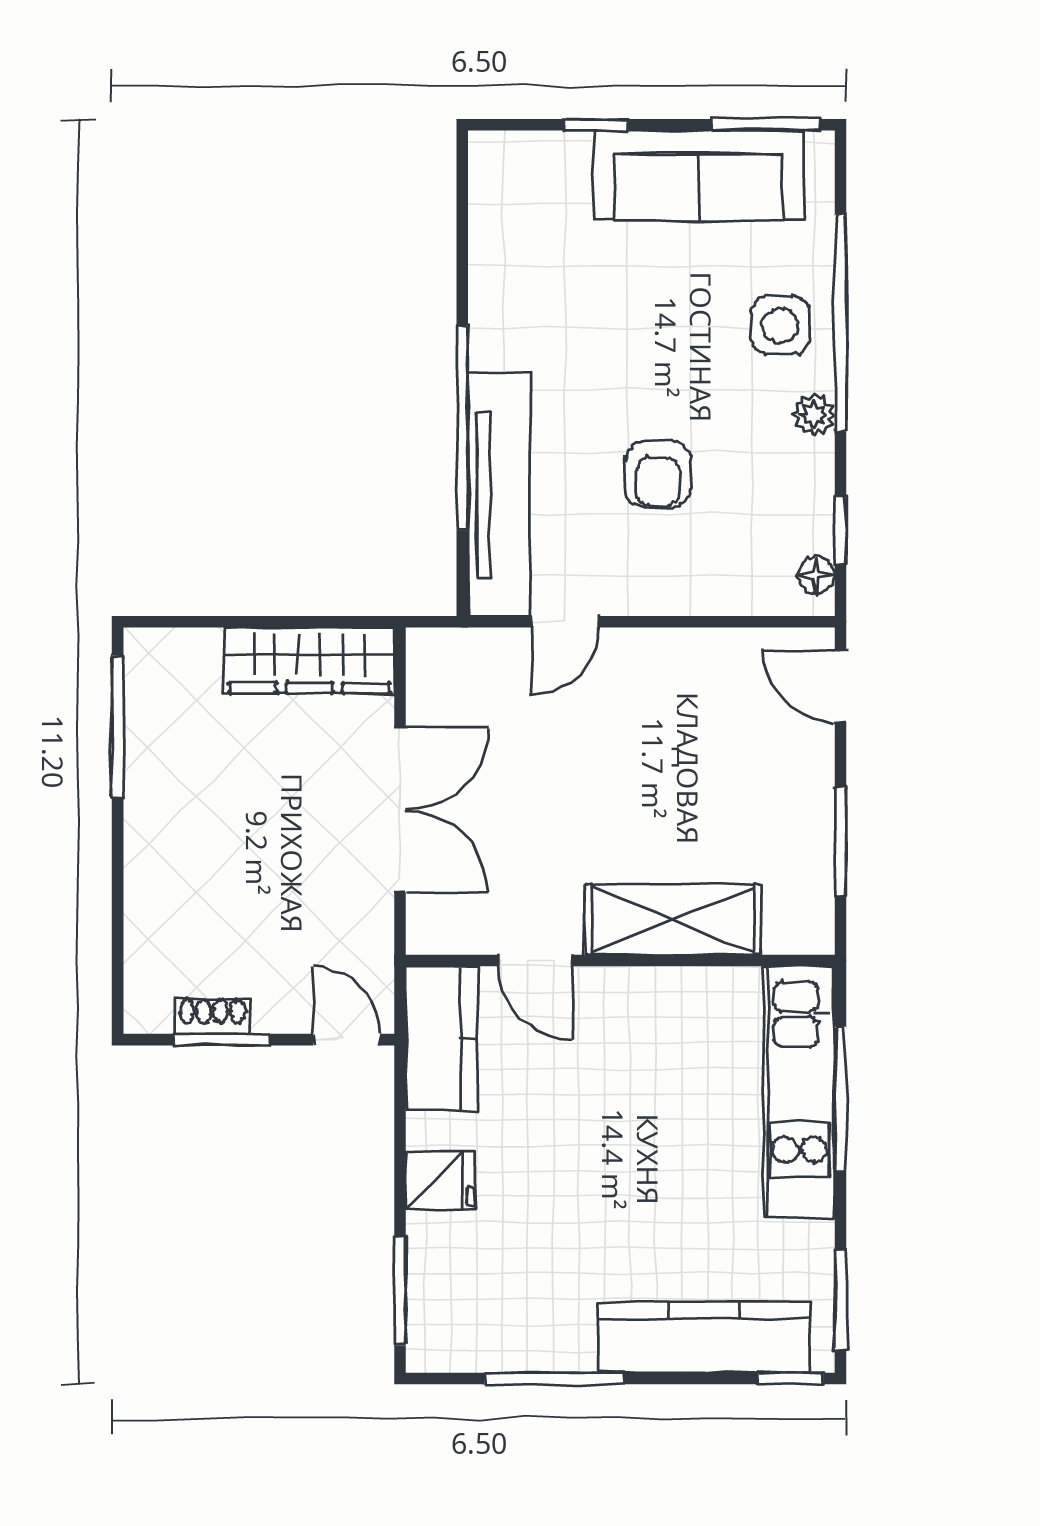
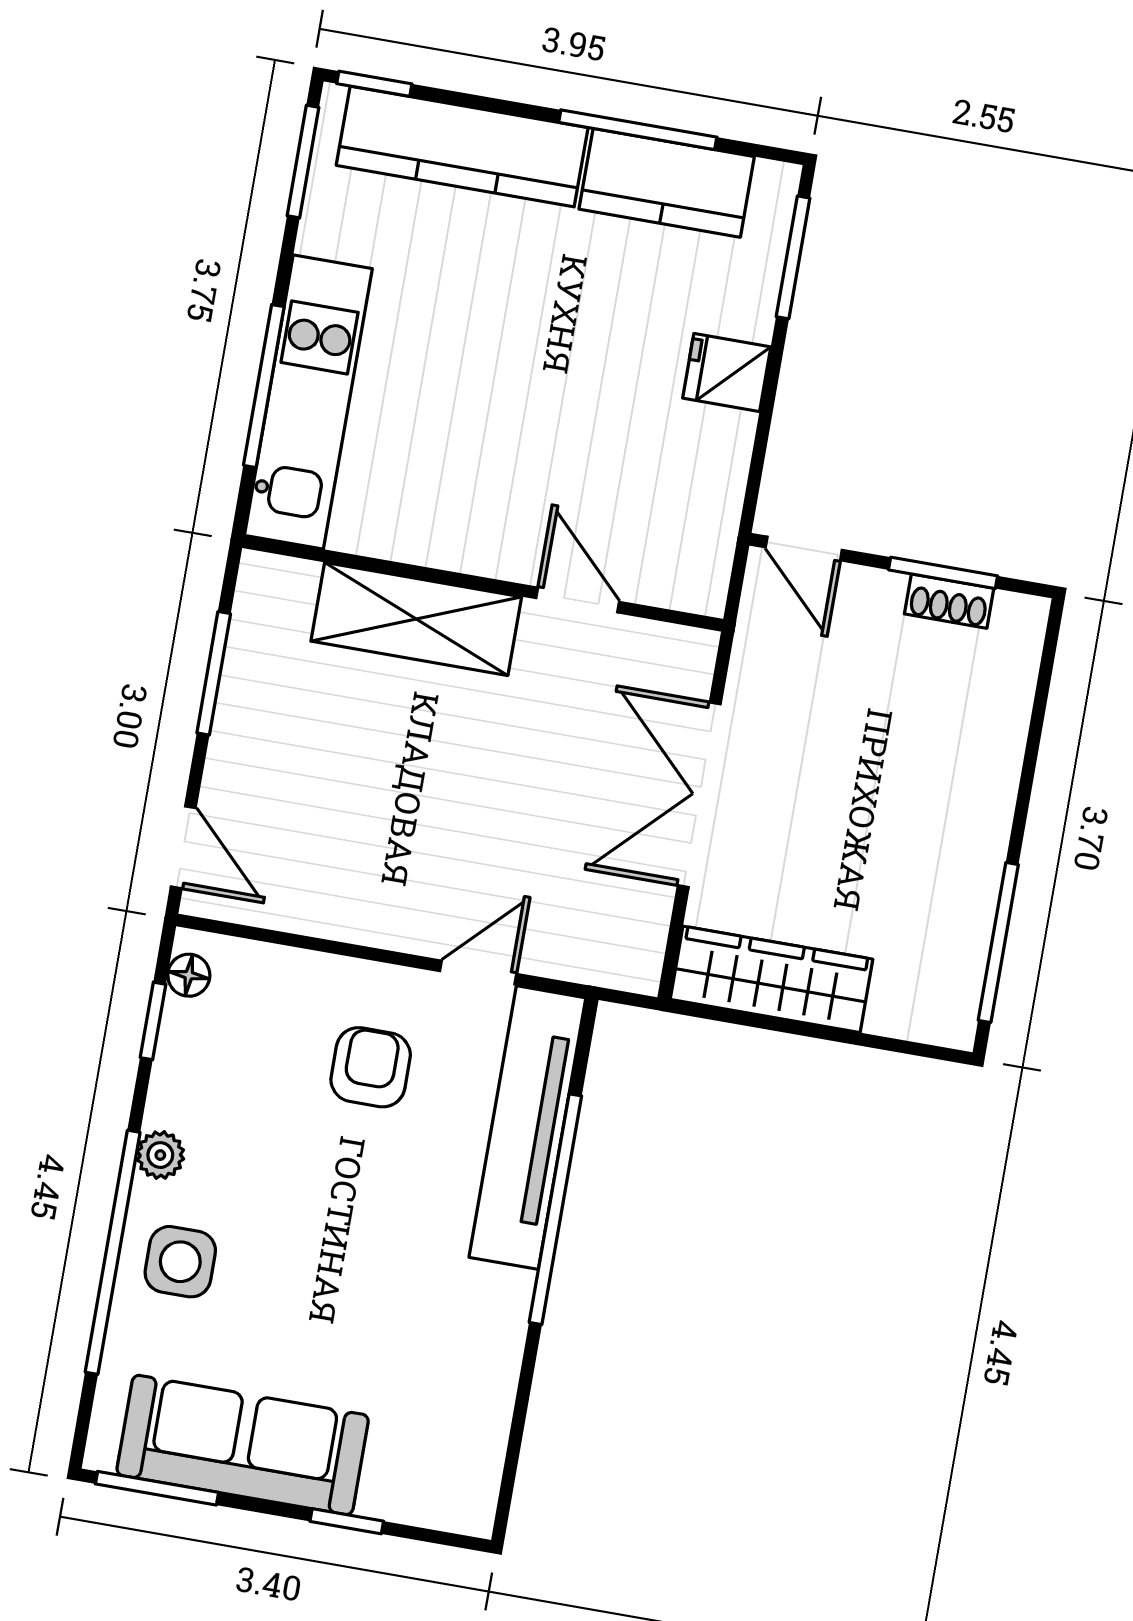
armchair: (658, 474) -> (371, 1067), moved
kitchen counter: (442, 1038) -> (667, 183), moved, turned -90

